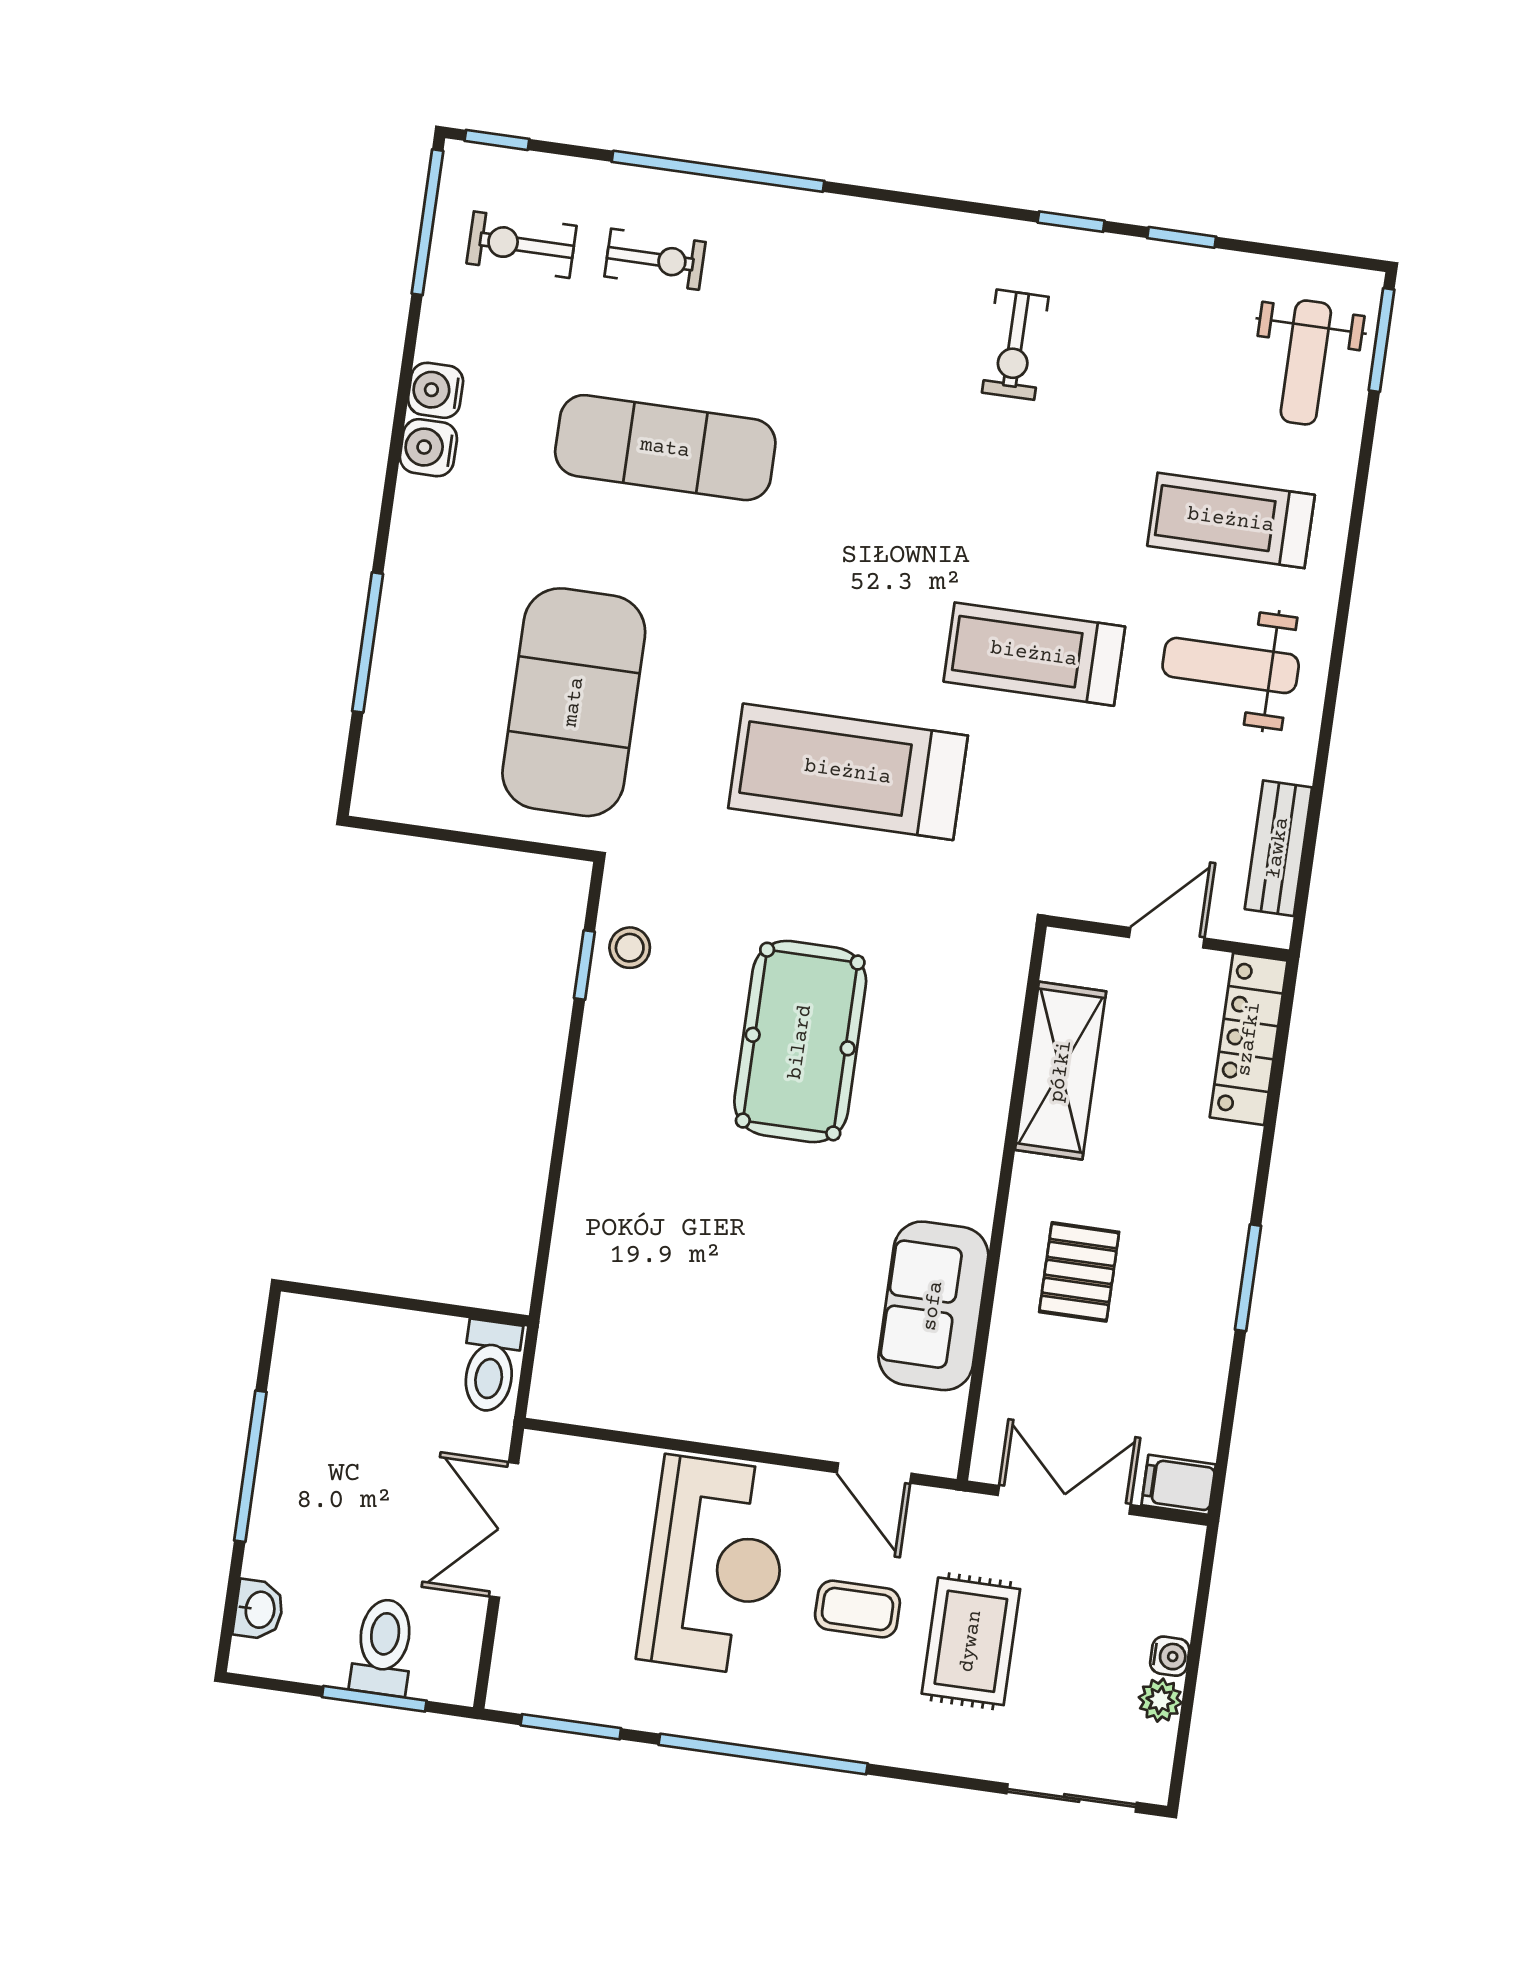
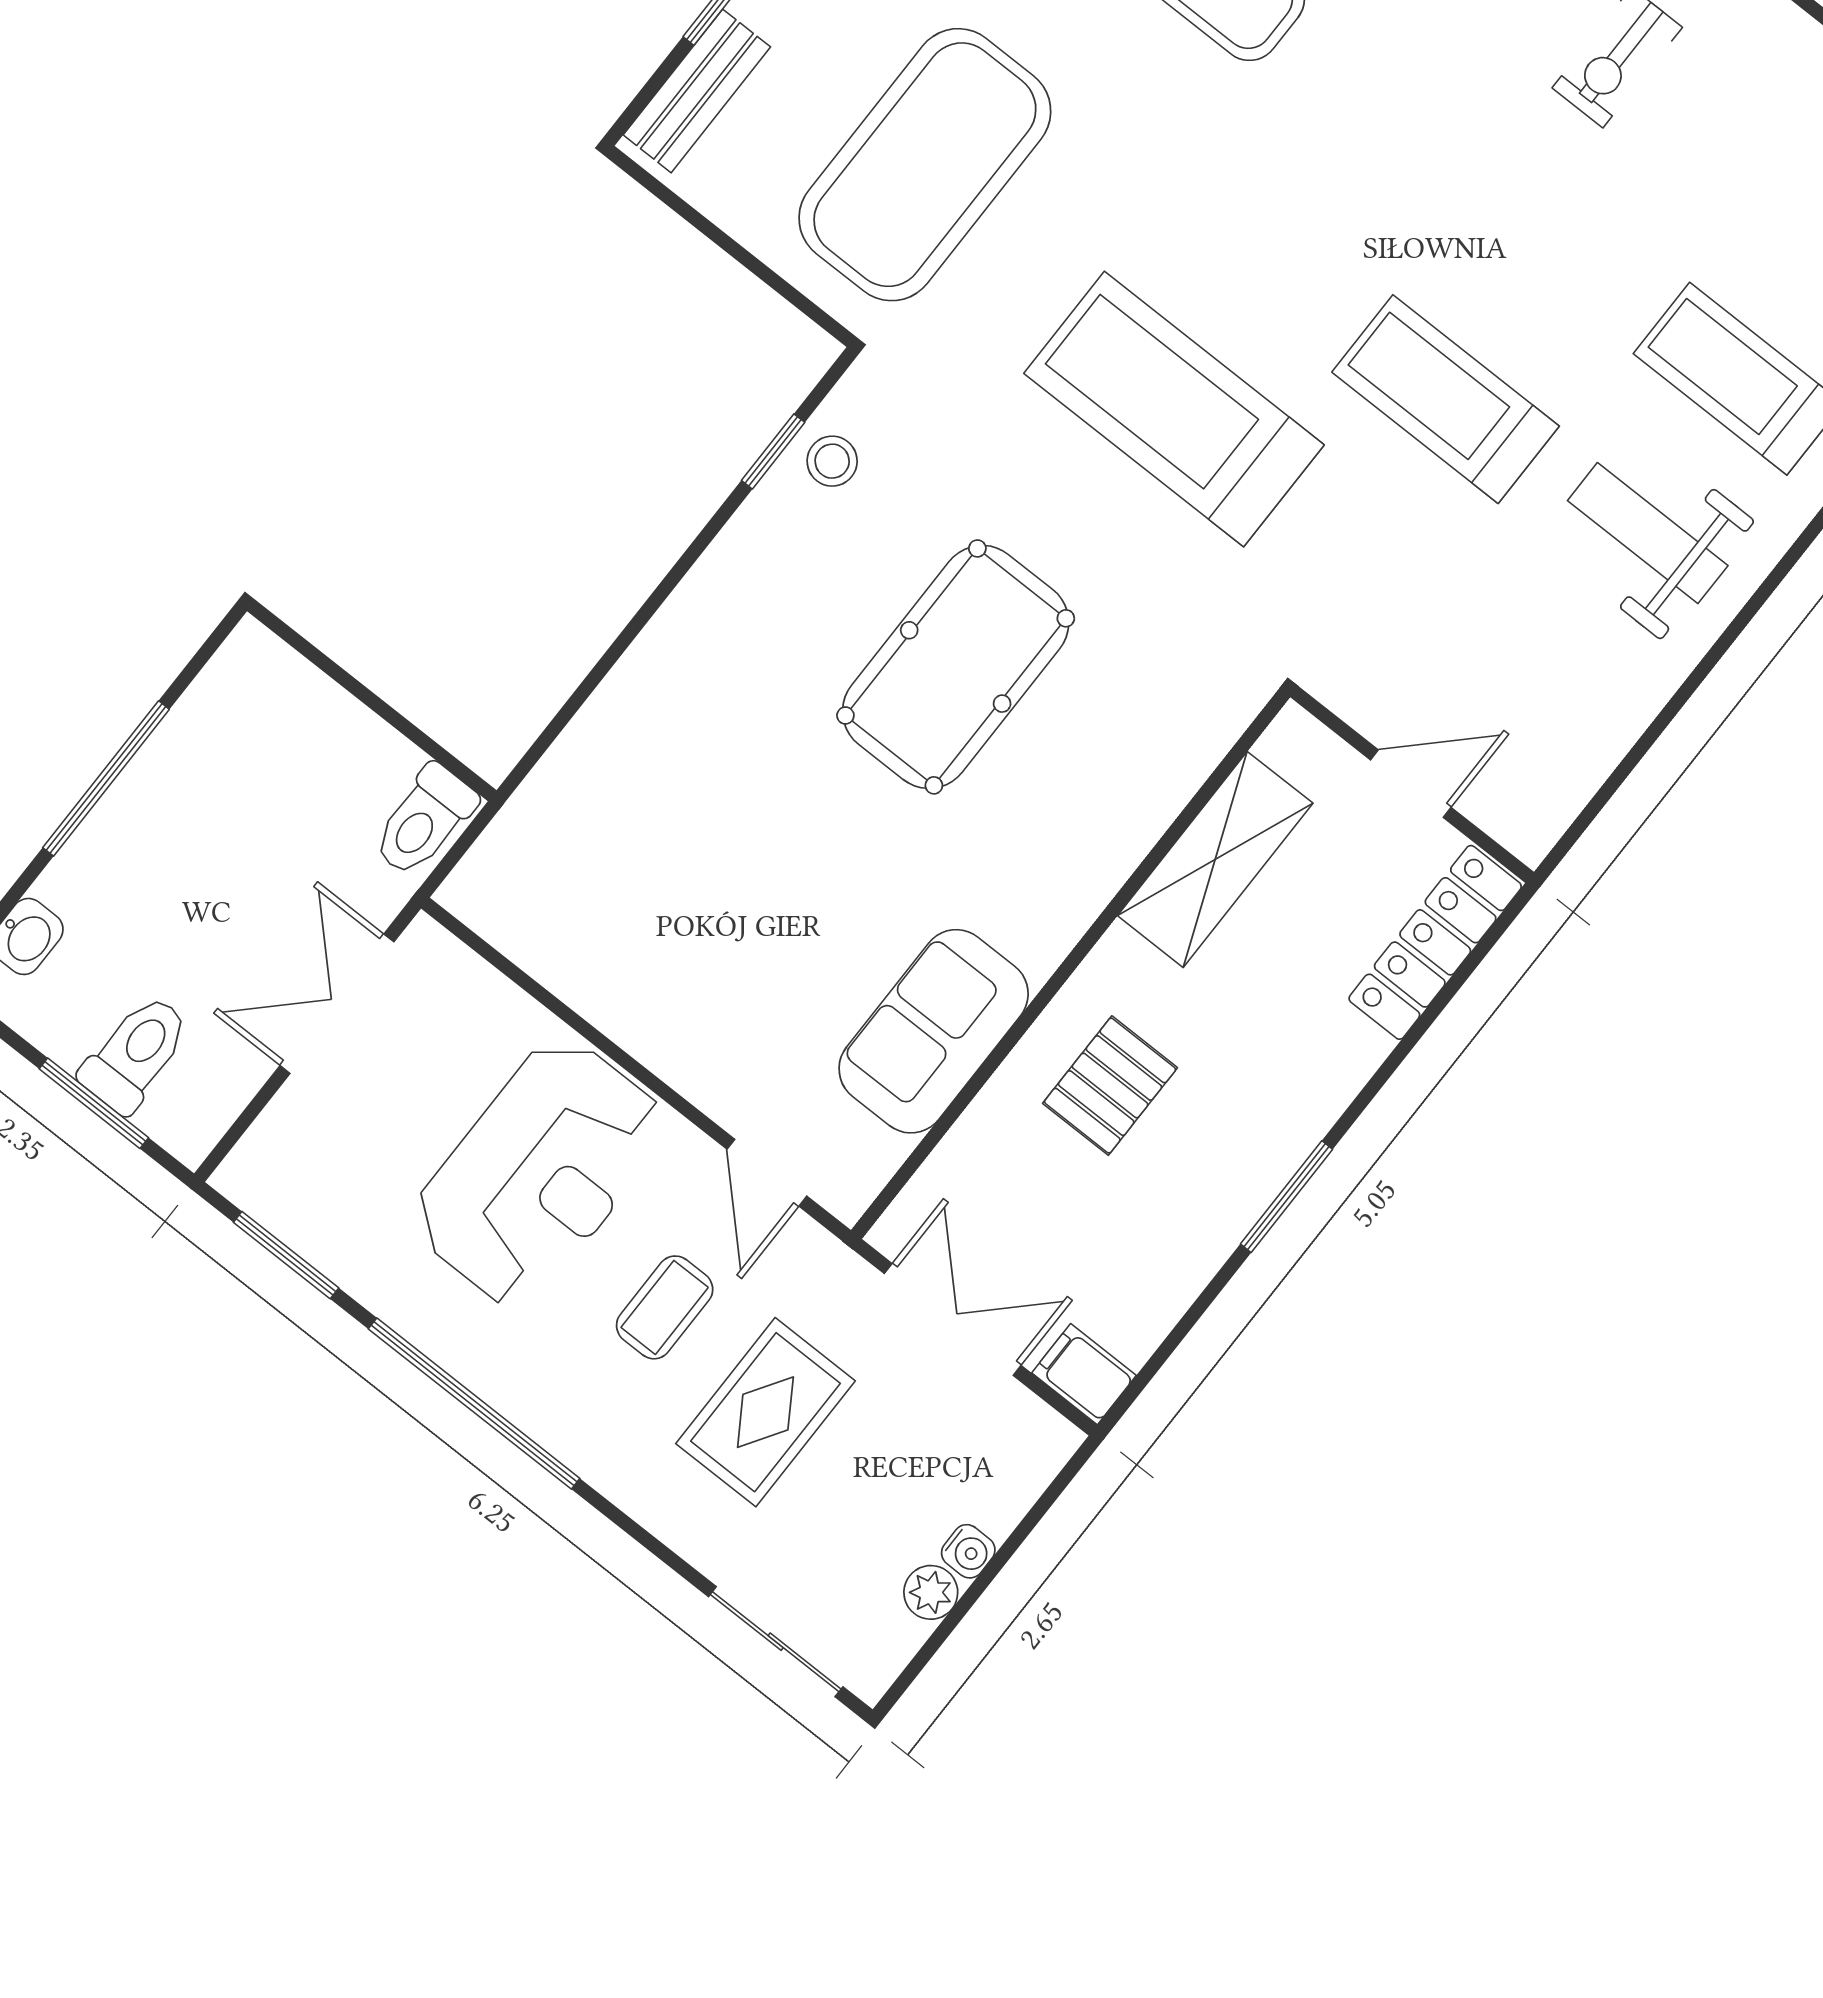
bench: (1278, 848) -> (697, 91), moved
coffee table: (857, 1609) -> (665, 1307), turned 90

